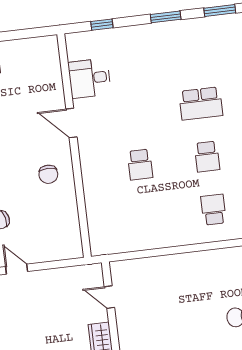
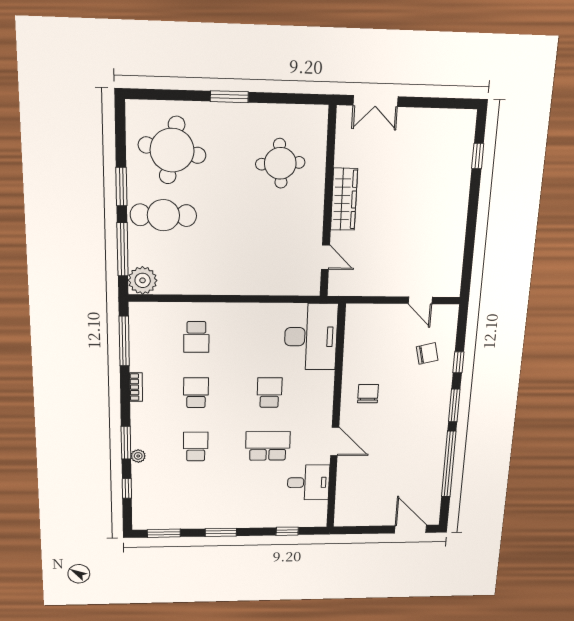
school desk: (201, 103) -> (196, 447), width x0.54
school desk: (134, 111) -> (268, 446), added
desk: (111, 223) -> (311, 337), added

